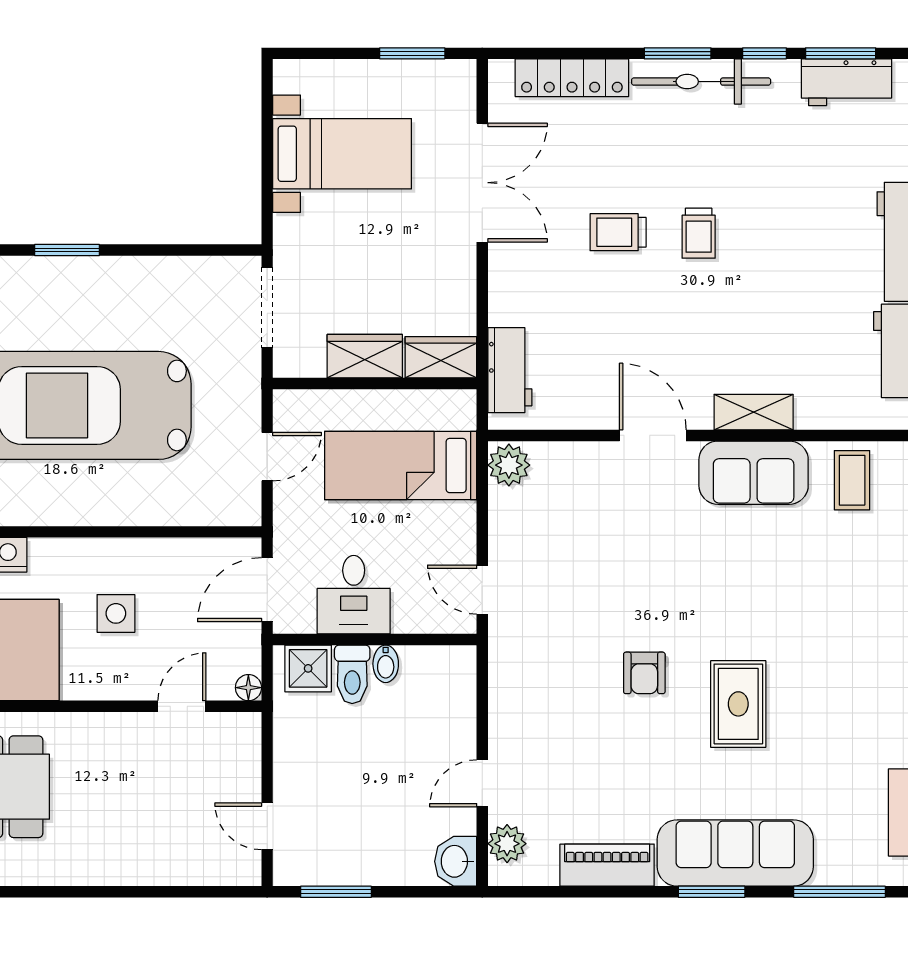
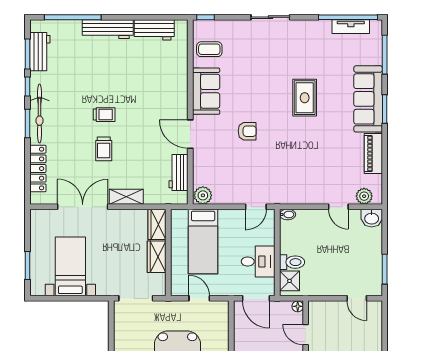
window: (412, 53) -> (28, 265), moved
workbench: (510, 370) -> (179, 173), moved, turned -90
shelving: (754, 412) -> (126, 197), moved, turned 90
door: (653, 435) -> (190, 134), hinge flipped
bidet: (386, 664) -> (288, 215), moved
armchair: (644, 673) -> (247, 131), moved
rug: (738, 704) -> (305, 98), turned 90
door: (267, 826) -> (357, 298), hinge flipped

